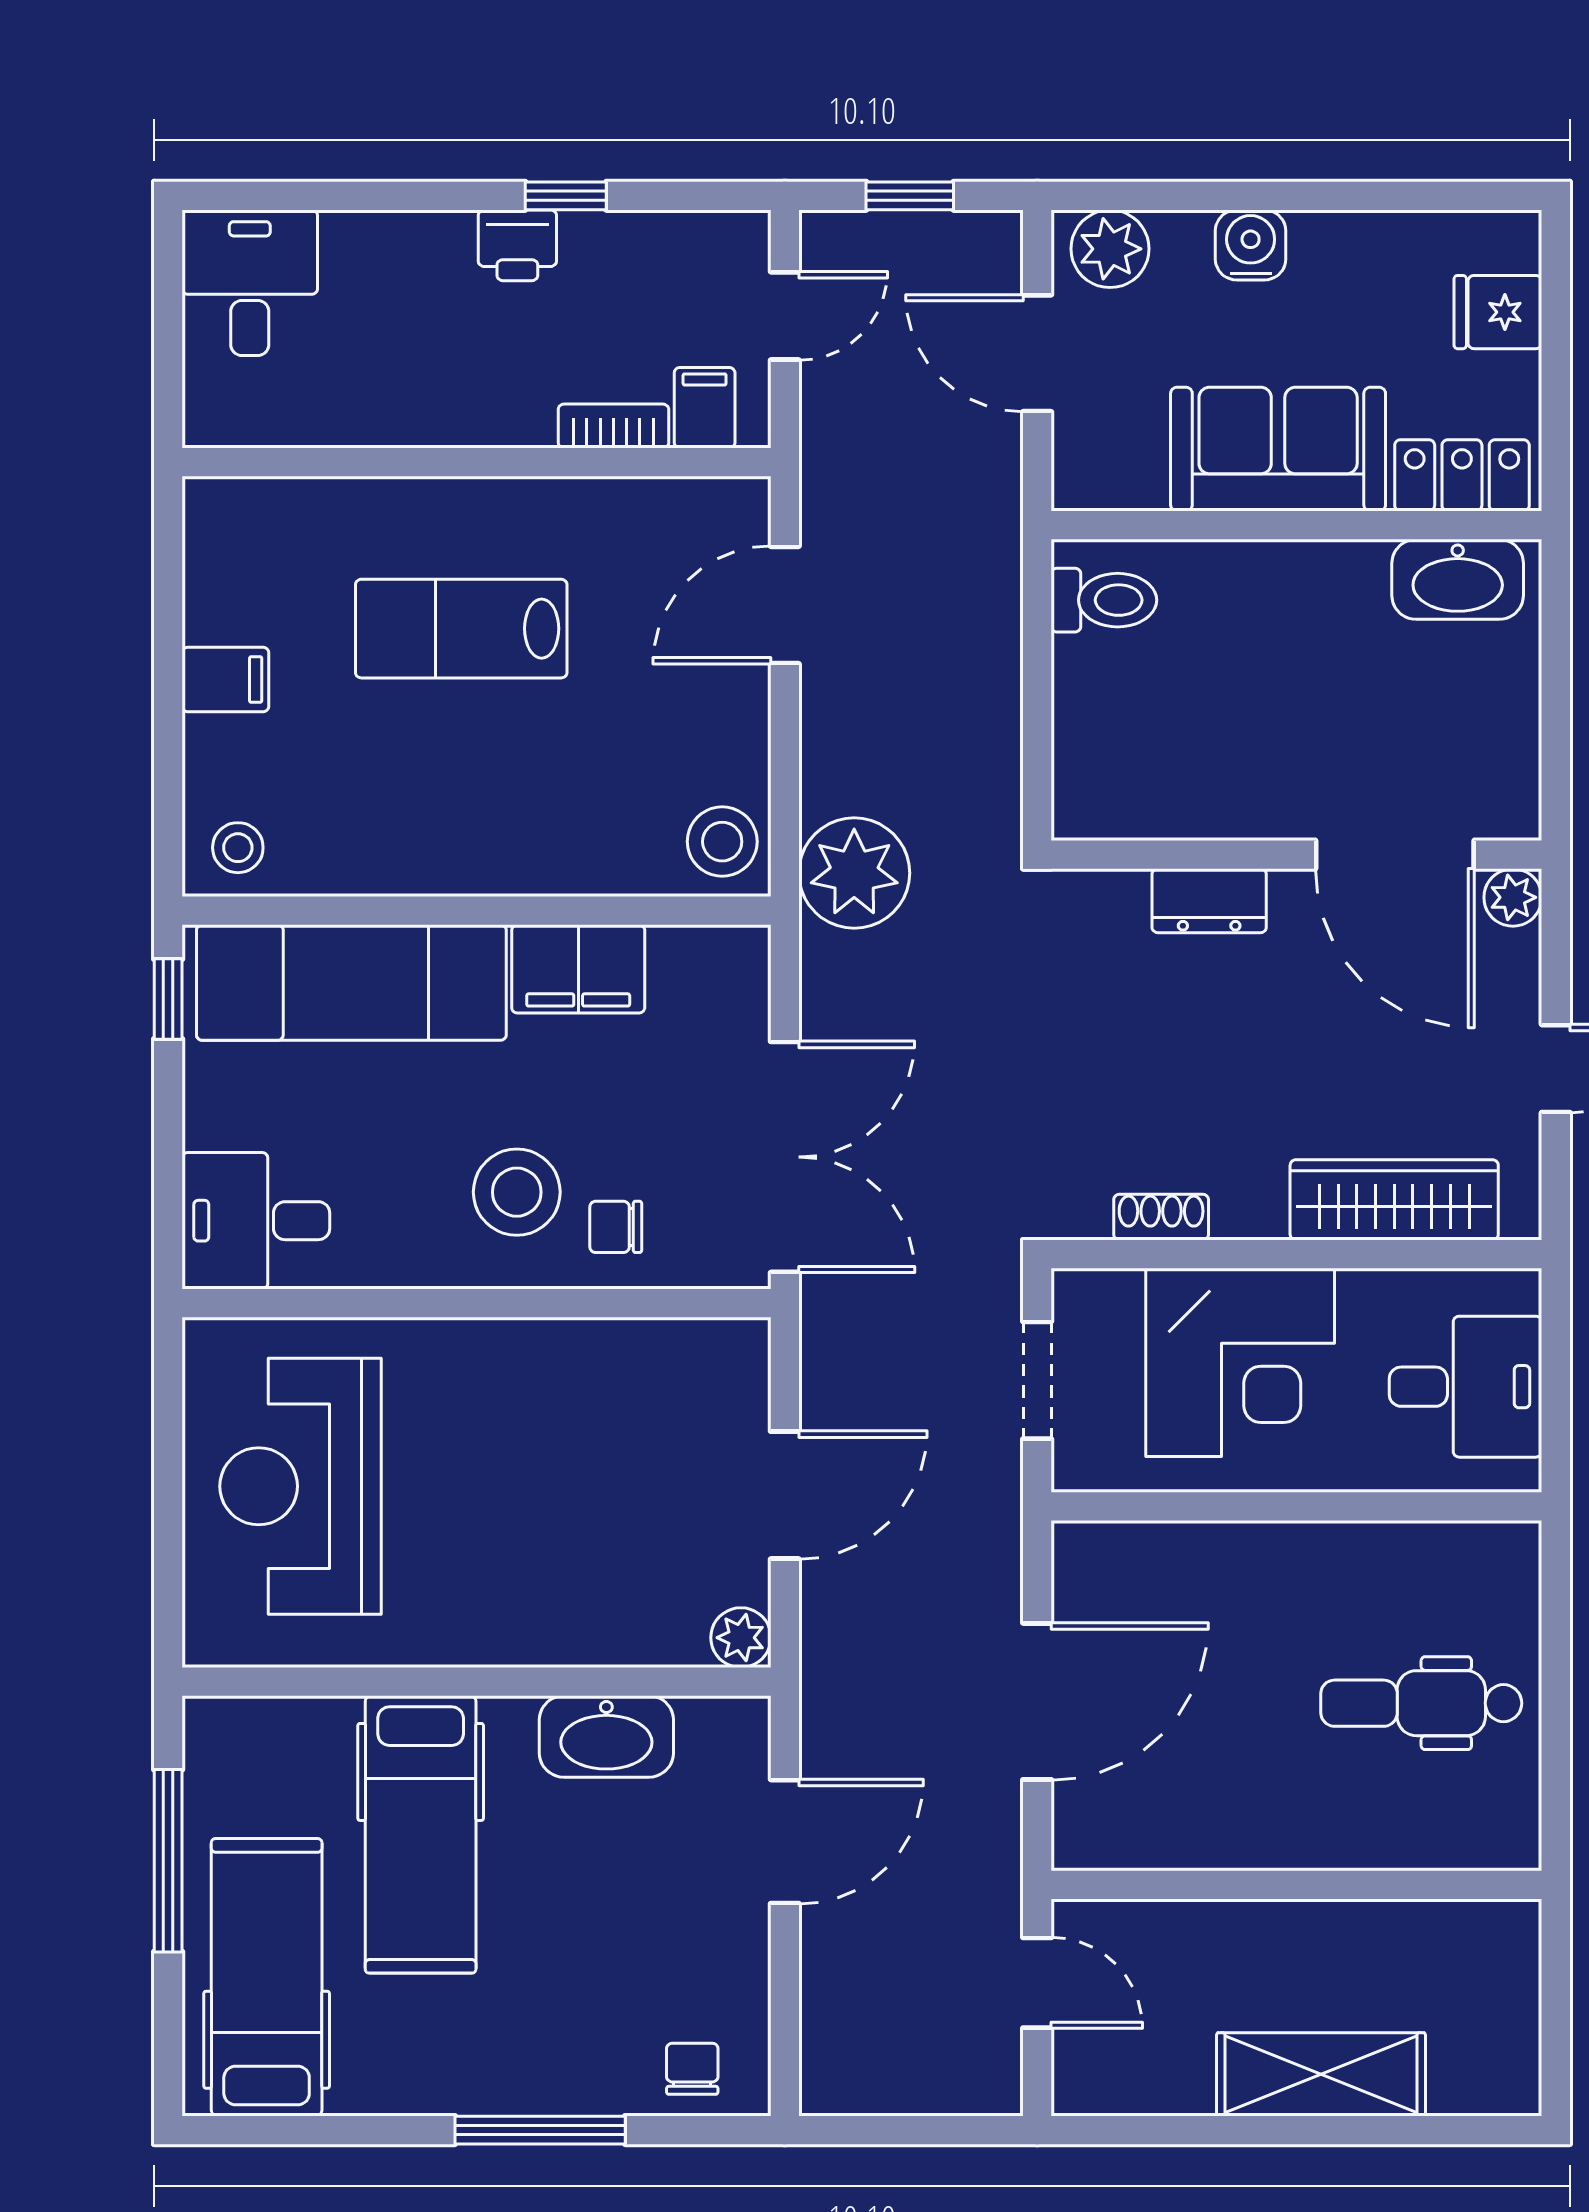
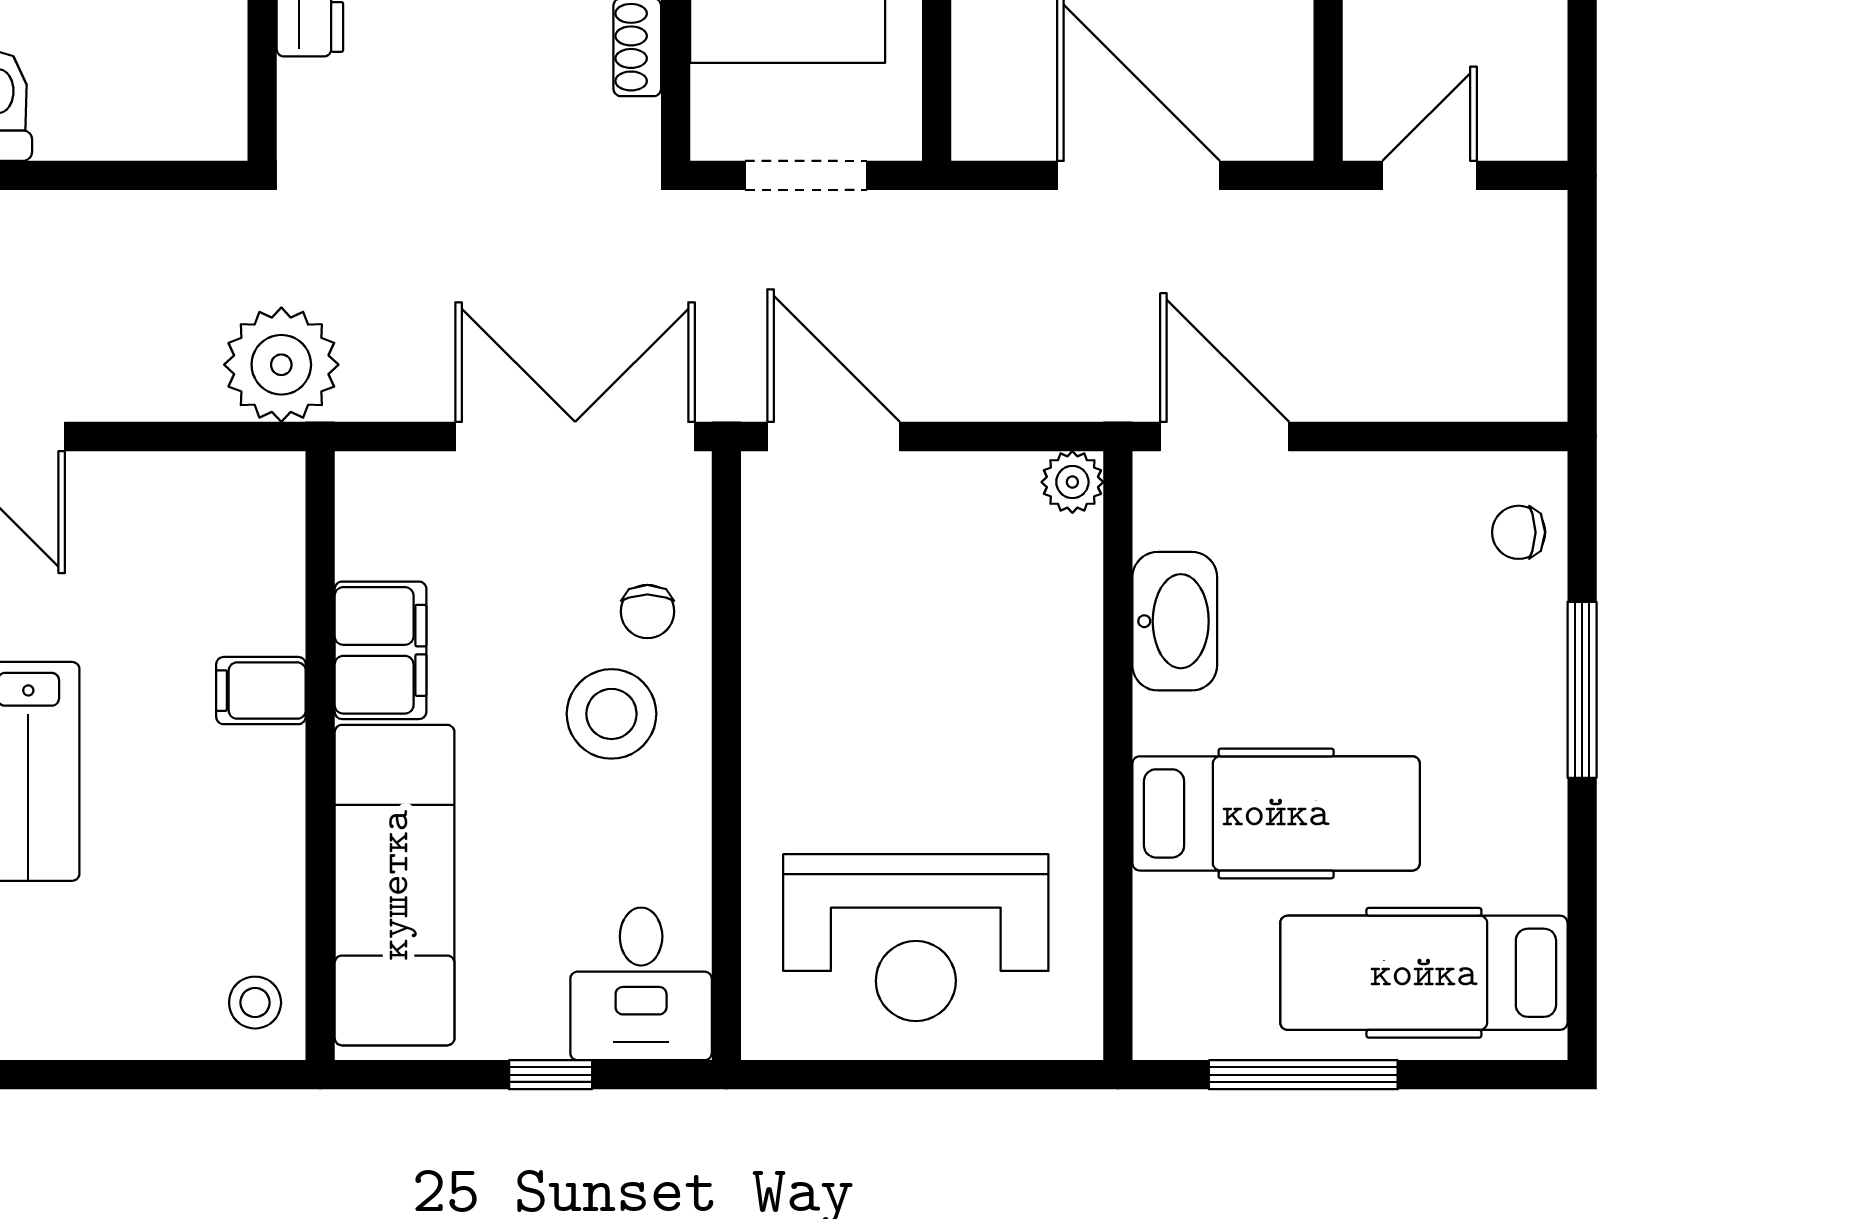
filing cabinet: (225, 680) -> (261, 691), moved, turned -90
stool: (722, 842) -> (249, 501), removed
window: (168, 999) -> (551, 1075), moved
door: (785, 1495) -> (834, 437), moved
door: (785, 1842) -> (1225, 437), moved

